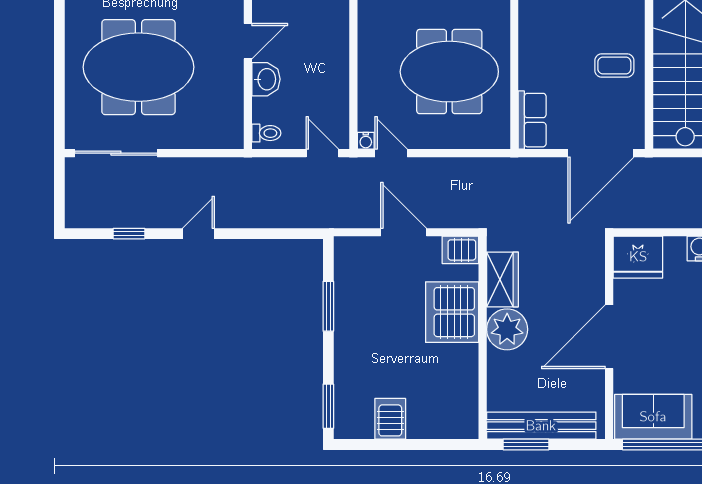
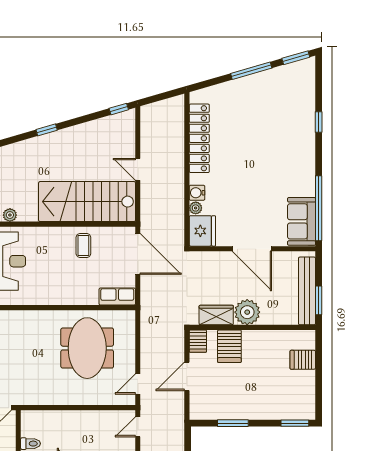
water cooler: (366, 141) -> (130, 400), removed
plant: (675, 246) -> (196, 208), added
server rack: (452, 312) -> (229, 346), width x0.62
server rack: (390, 419) -> (303, 360), moved

